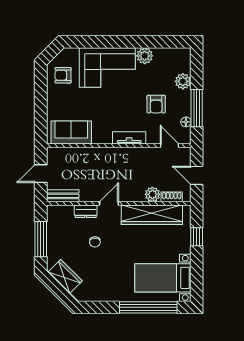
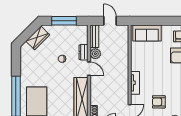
sofa: (71, 133) -> (147, 33), moved, turned 90
plant: (152, 194) -> (95, 54), moved

